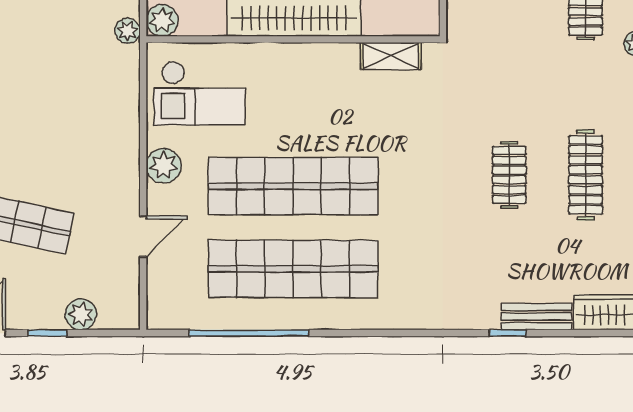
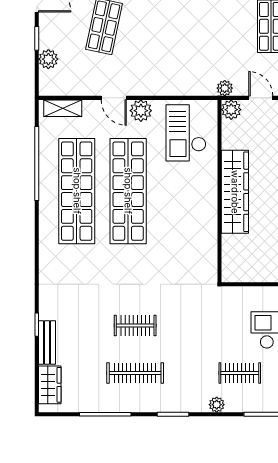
shelving: (391, 56) -> (63, 108), moved, turned 90
door: (143, 237) -> (114, 98), moved

